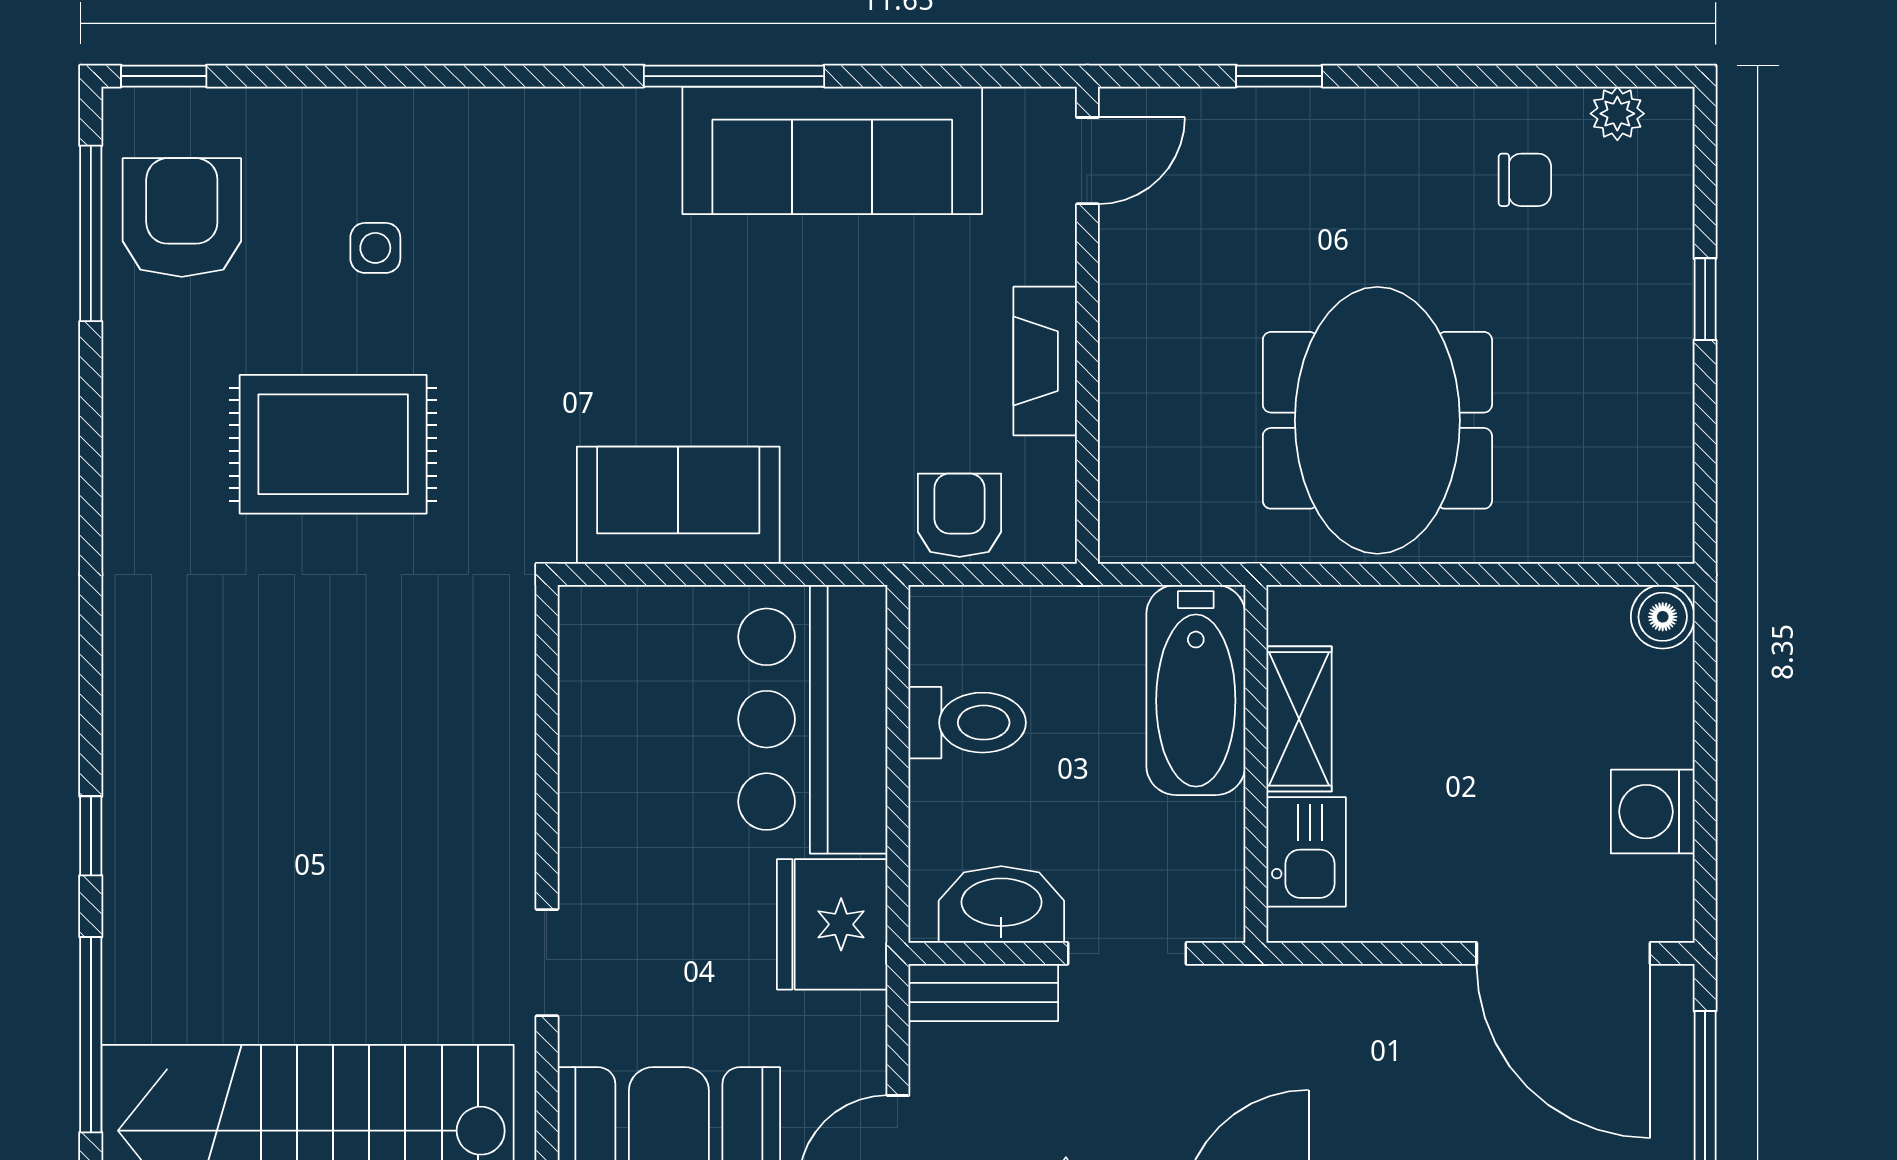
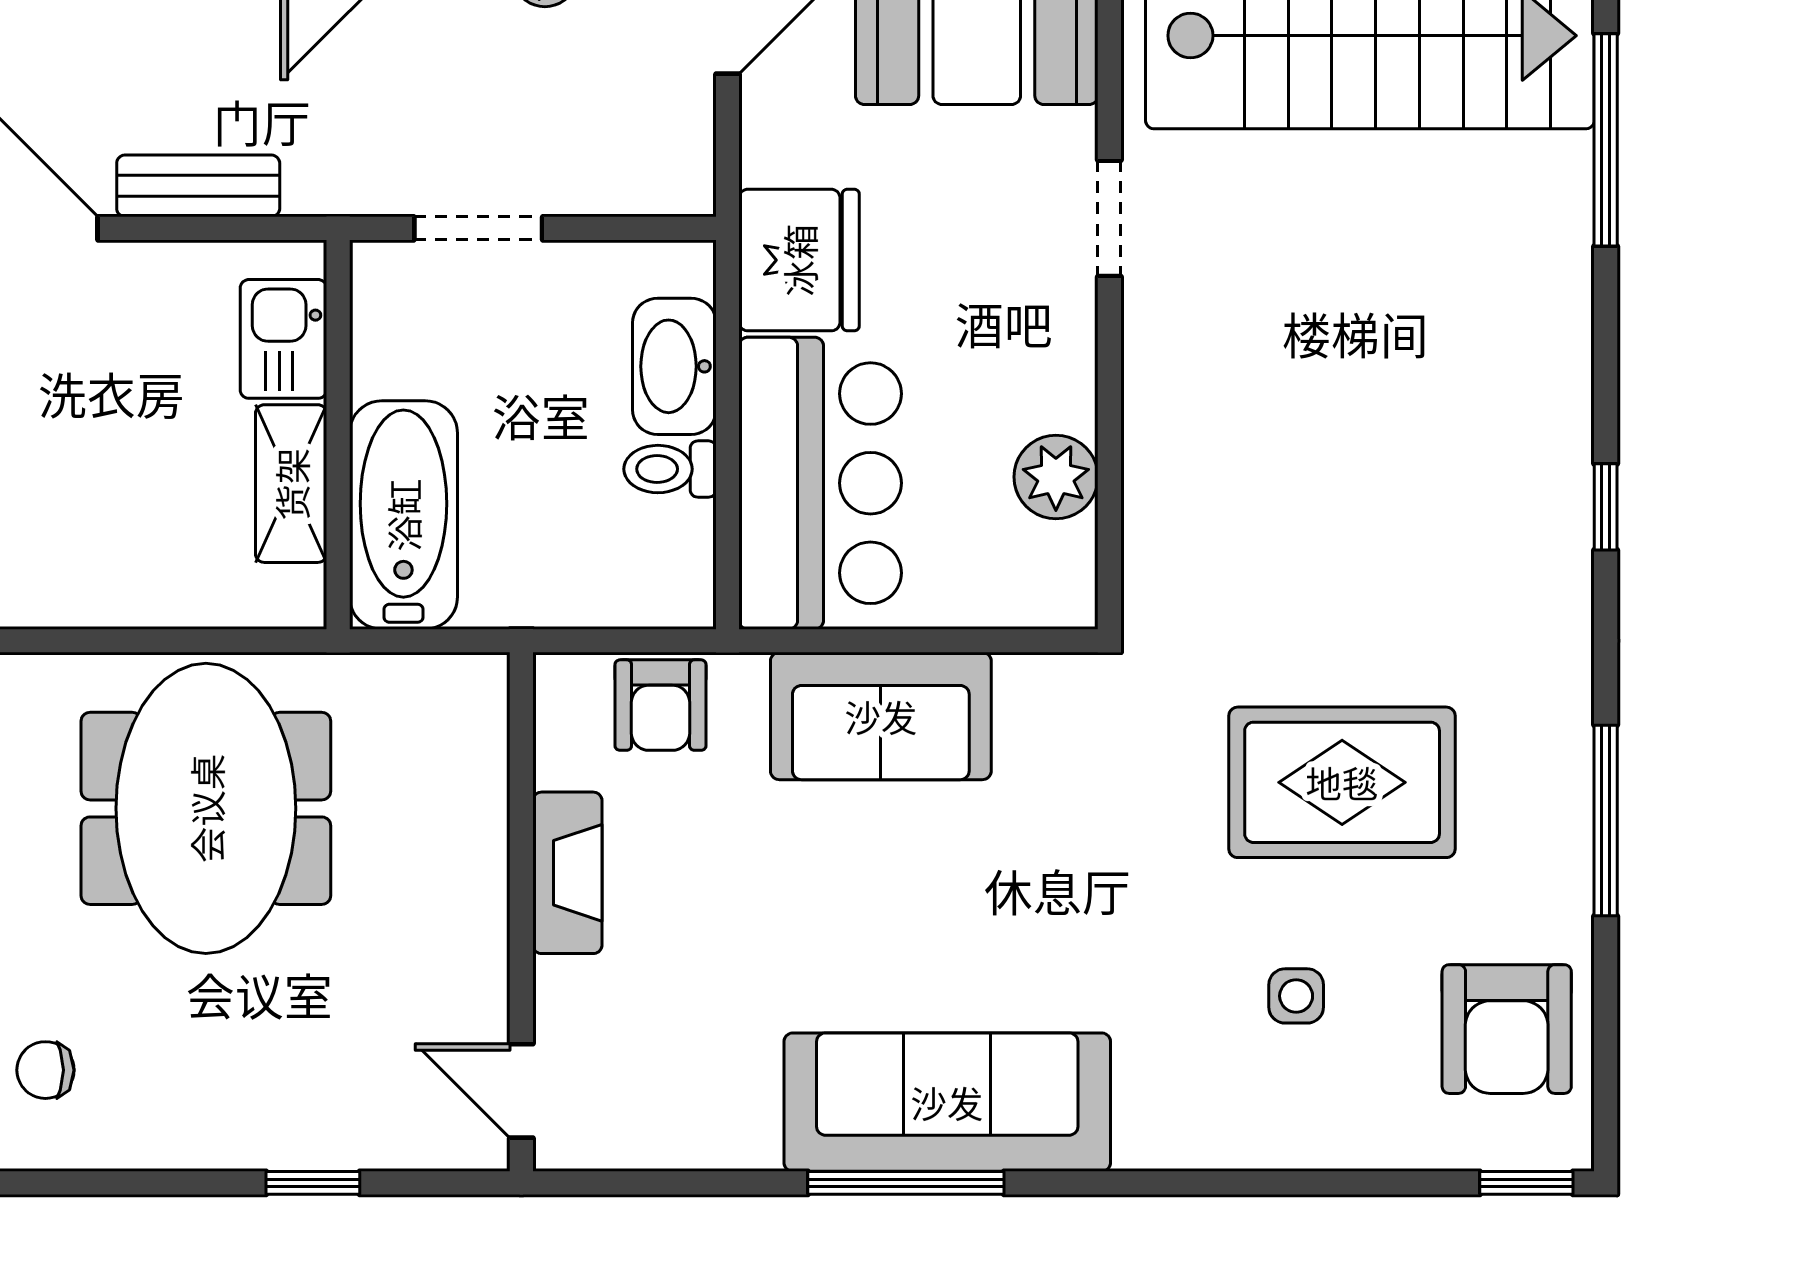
sofa: (832, 150) -> (947, 1102), moved
door: (1087, 161) -> (521, 1091), hinge flipped
window: (91, 233) -> (1606, 820), moved
sofa: (678, 505) -> (881, 716), moved
toilet: (967, 723) -> (670, 469), width x0.73, depth x0.72
plant: (596, 725) -> (1056, 477), added
window: (91, 836) -> (1606, 507), moved
washbasin: (1001, 905) -> (674, 366), moved, turned 90
bench: (983, 993) -> (198, 186), moved

